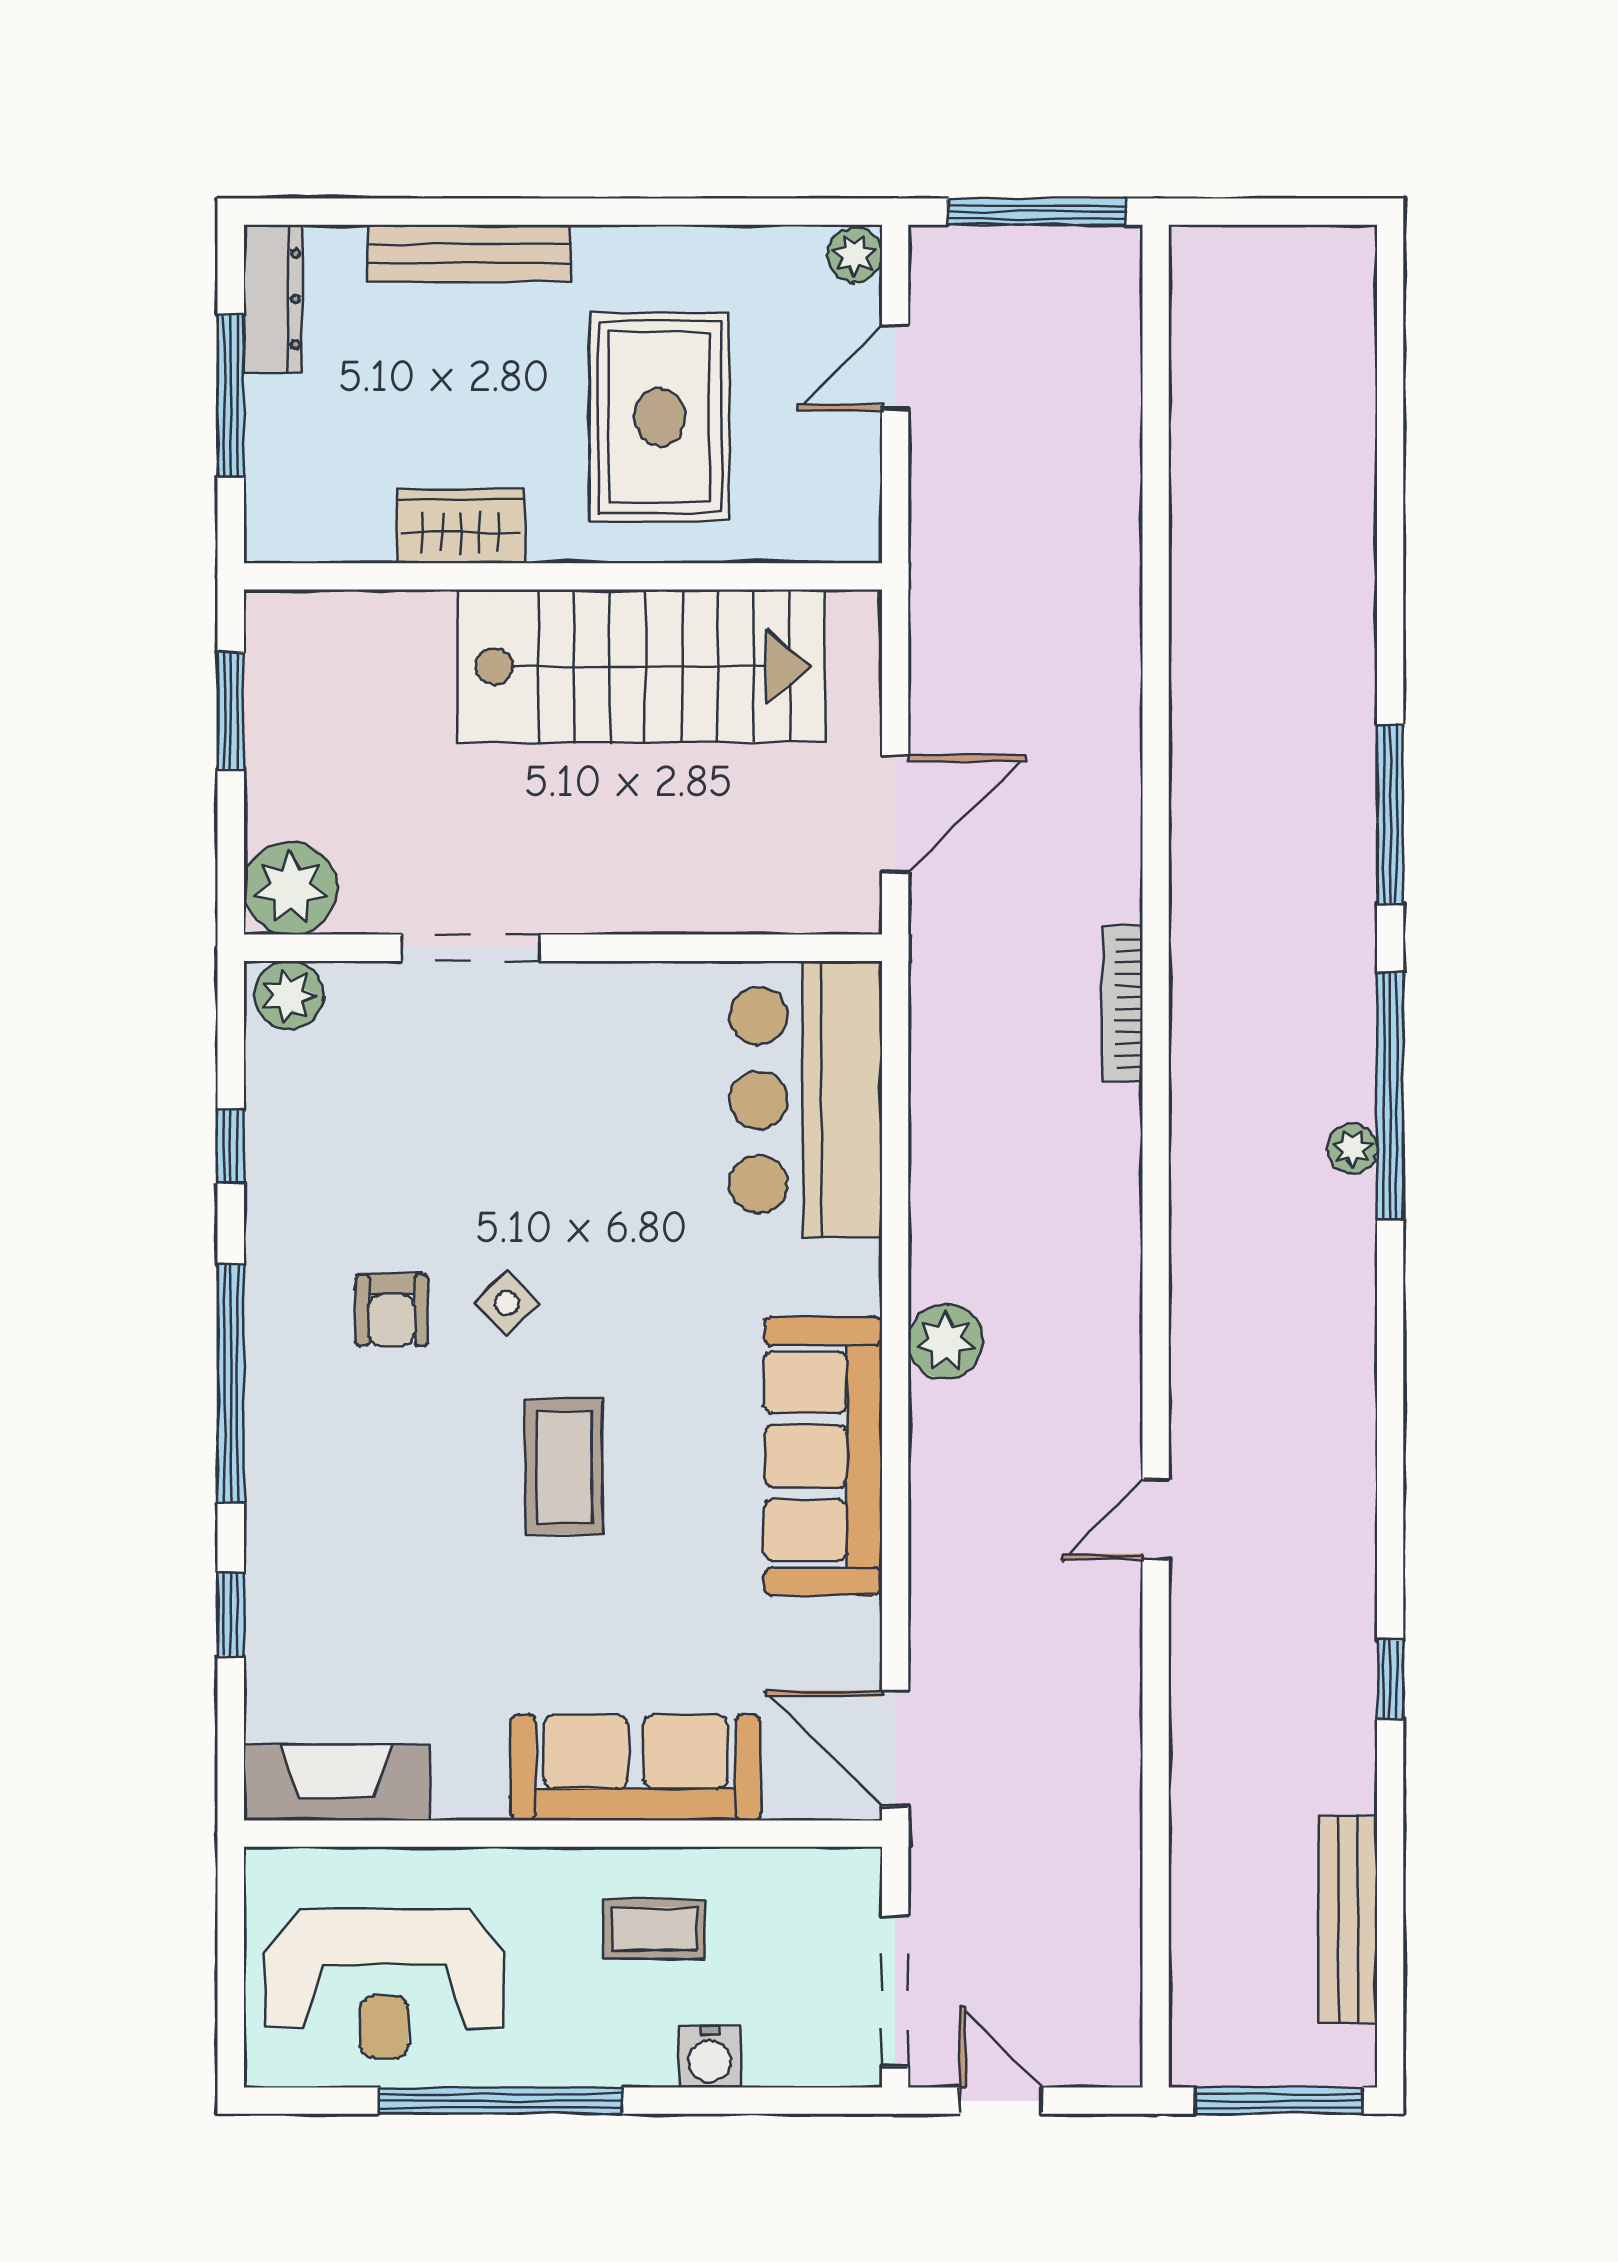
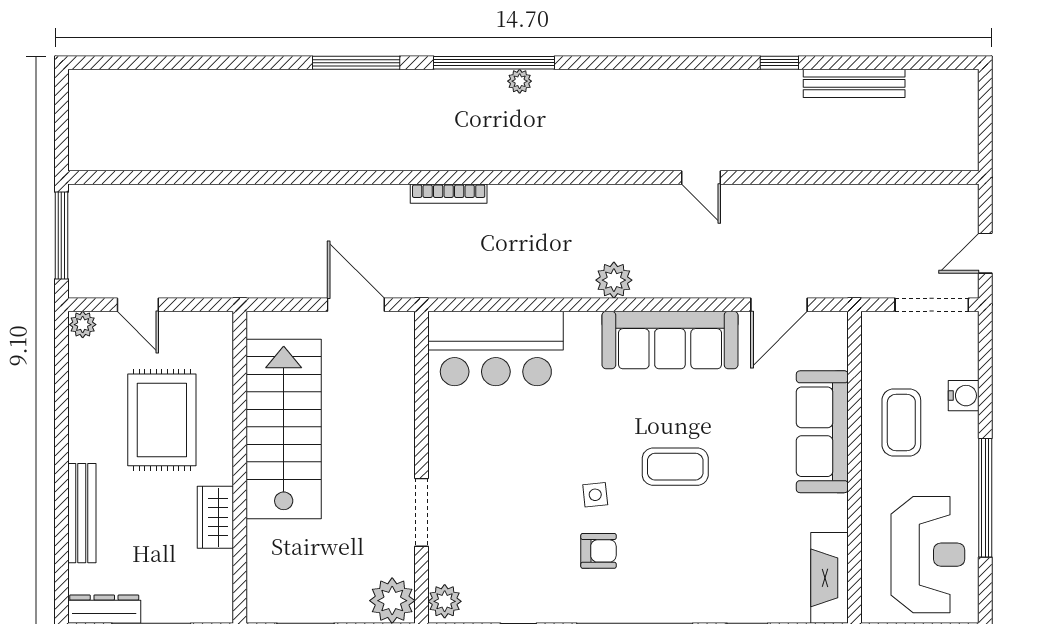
rug: (660, 417) -> (162, 420), turned 90
side table: (507, 1303) -> (595, 495), turned 38
door: (895, 1749) -> (779, 305), moved
bench: (1348, 1919) -> (854, 83), moved
coffee table: (654, 1929) -> (901, 422), width x1.36, depth x1.30
window: (1279, 2101) -> (985, 117), removed

